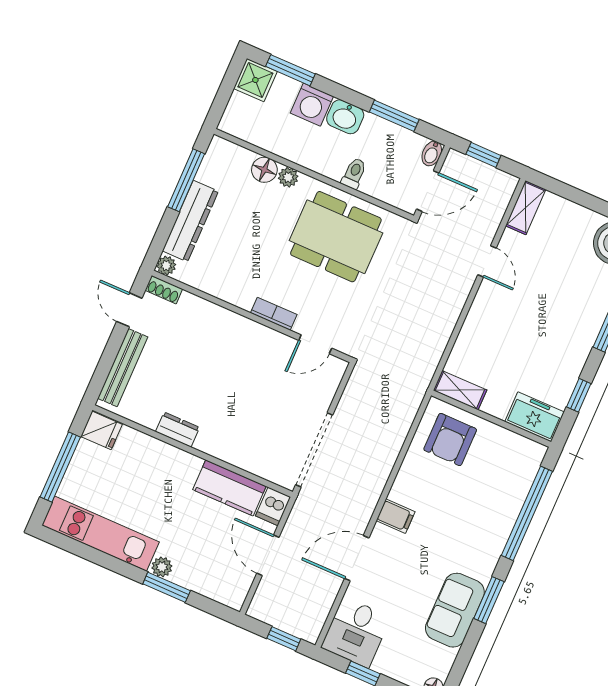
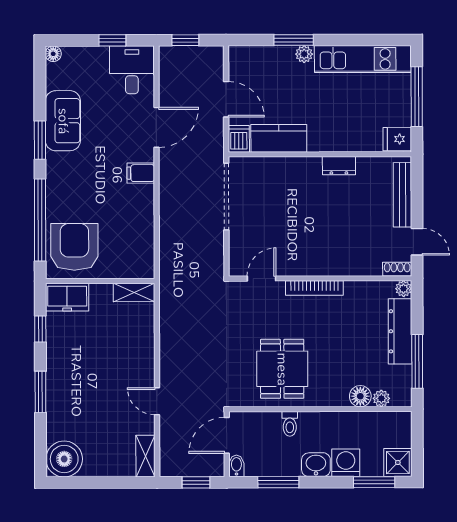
plant: (288, 177) -> (381, 398), moved
dining table: (336, 237) -> (282, 369), width x0.73
bookcase: (274, 314) -> (314, 288), width x1.56
armchair: (450, 440) -> (74, 247), moved, width x1.36, depth x1.36

